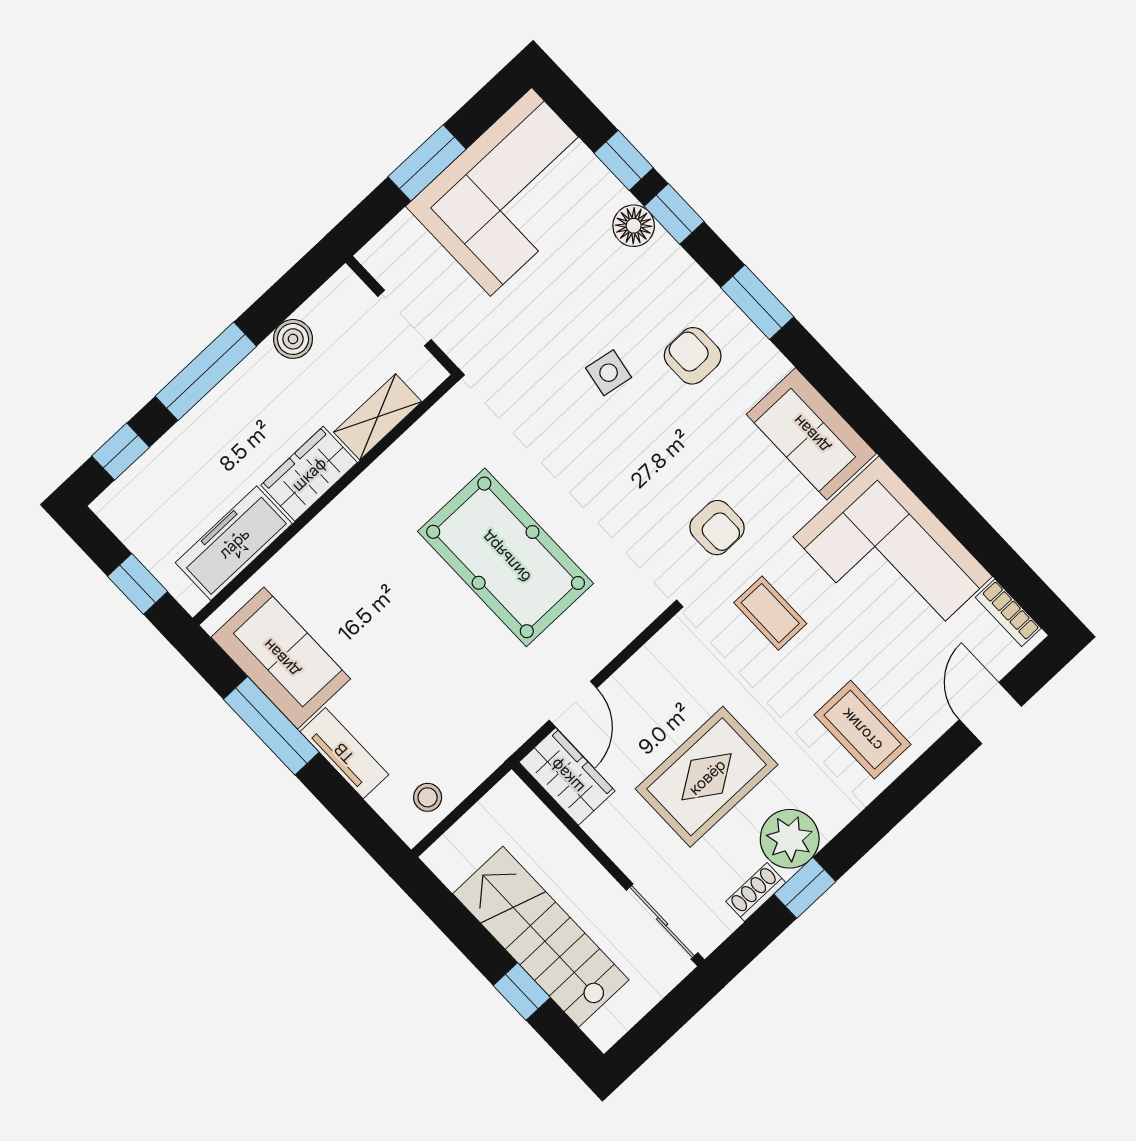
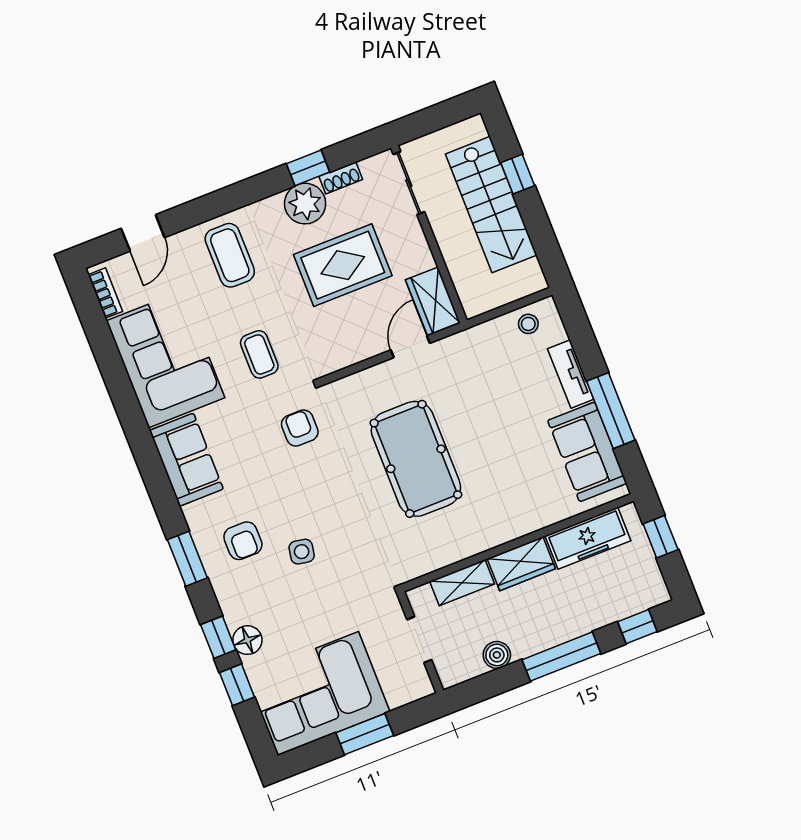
armchair: (717, 528) -> (300, 428), moved

